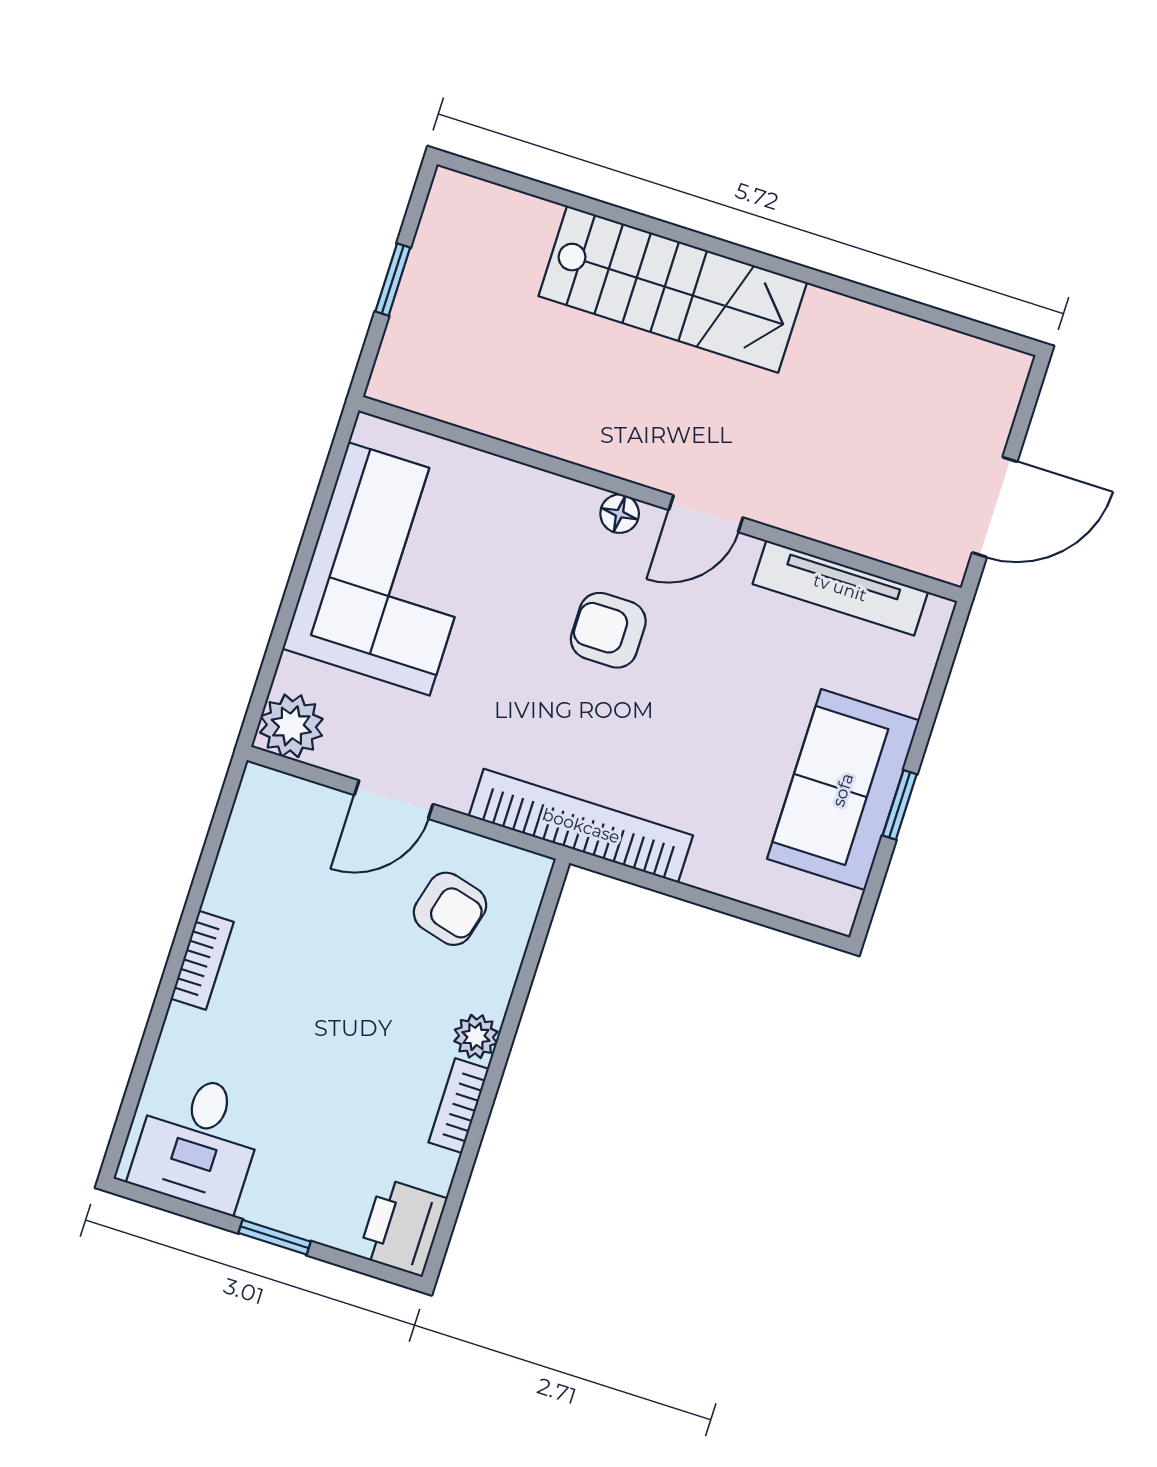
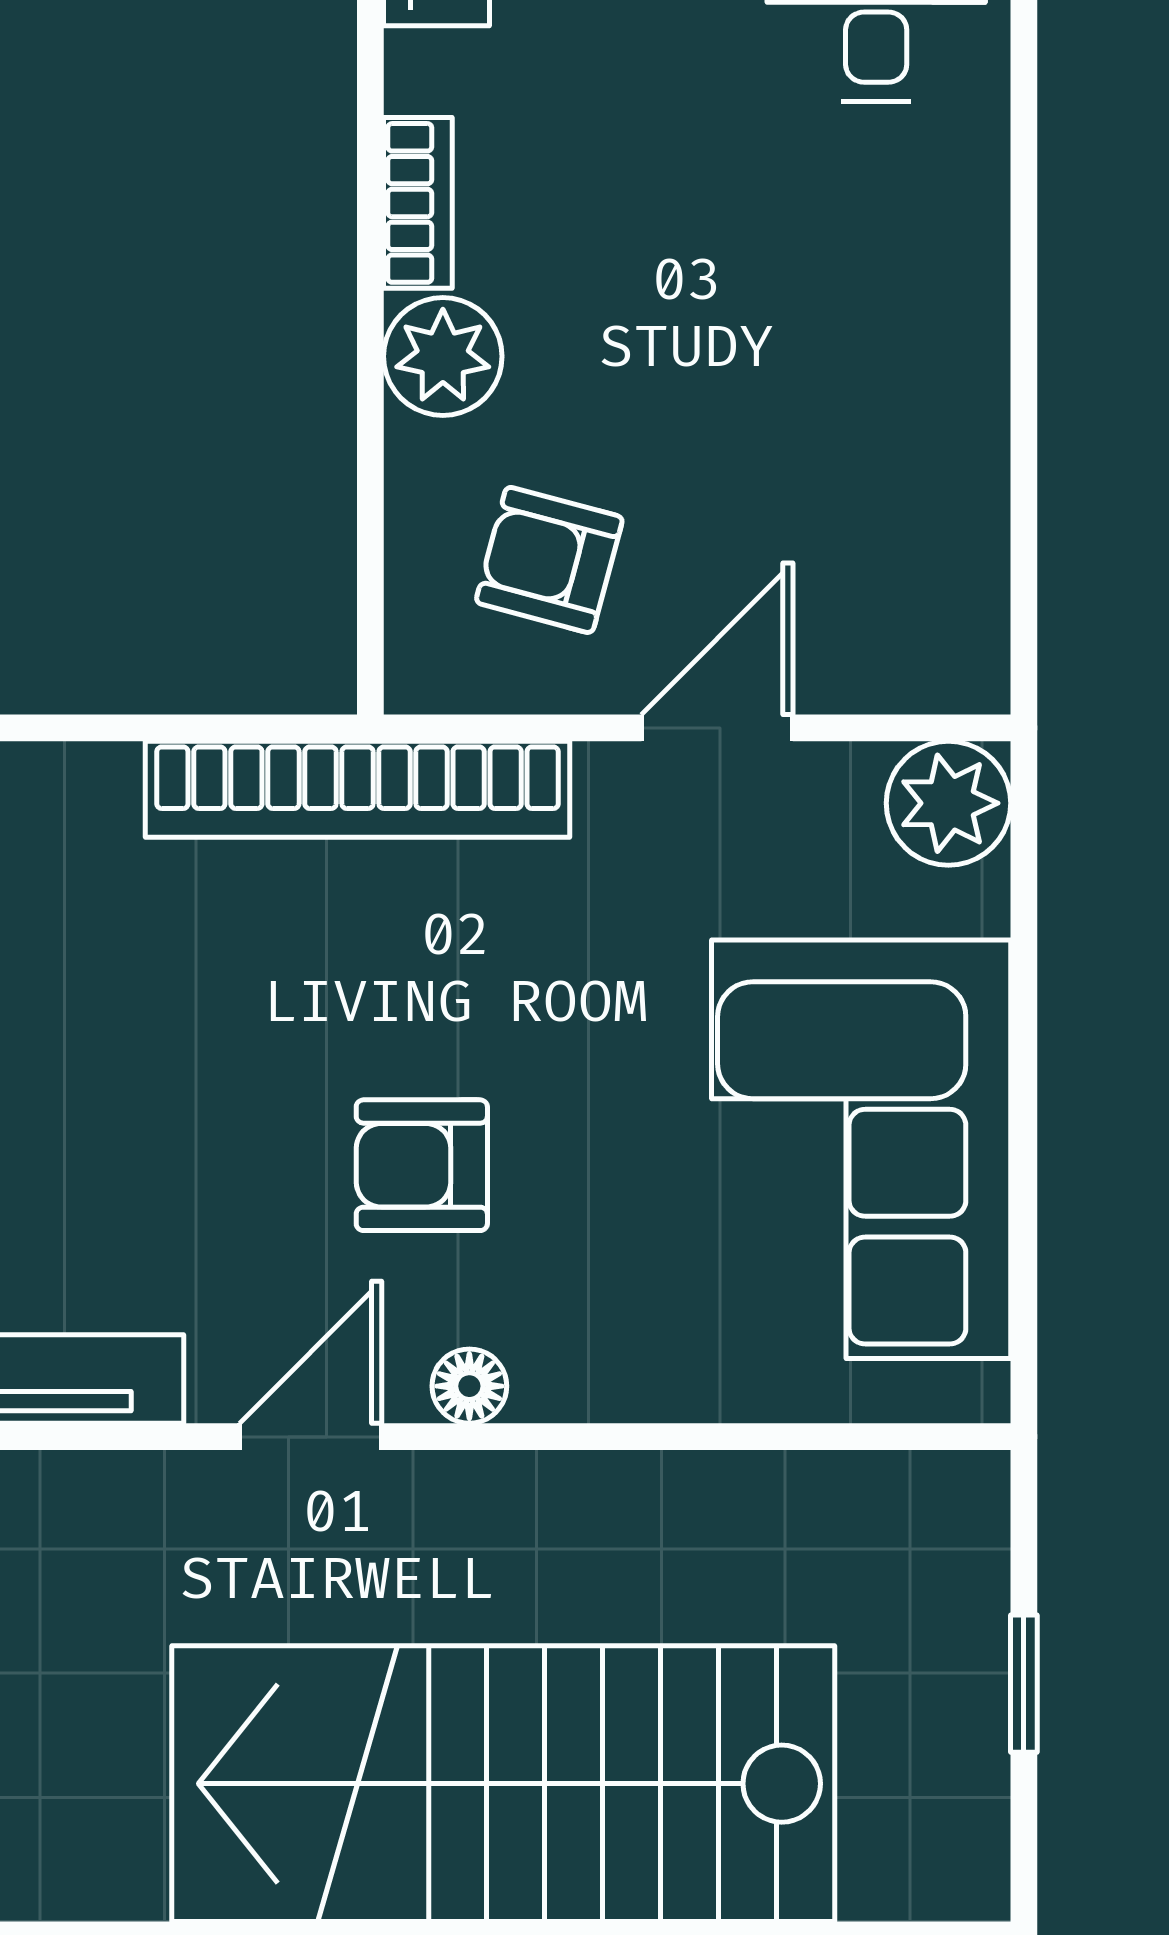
stairs: (673, 289) -> (503, 1784), width x1.36, depth x1.51
armchair: (608, 630) -> (422, 1165), turned 180
bookcase: (202, 960) -> (975, 320), removed
plant: (476, 1036) -> (443, 356), width x1.38, depth x1.38

